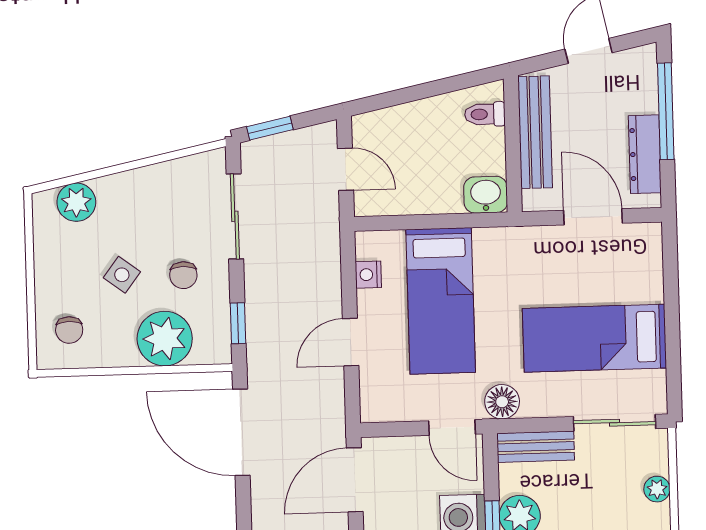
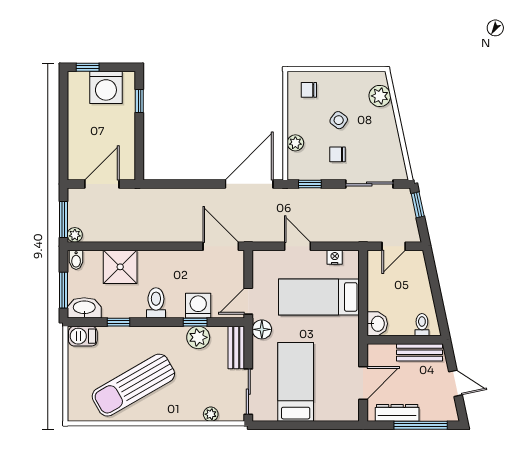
bench: (535, 132) -> (419, 352), width x0.73
plant: (165, 339) -> (295, 143), width x0.53, depth x0.53

